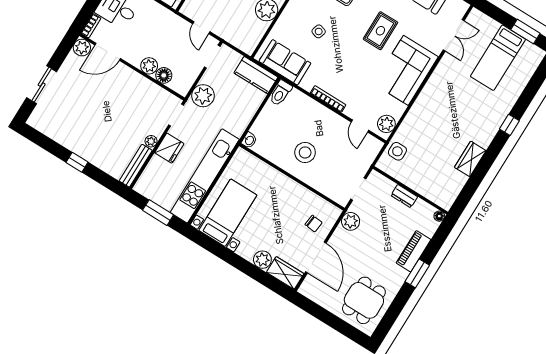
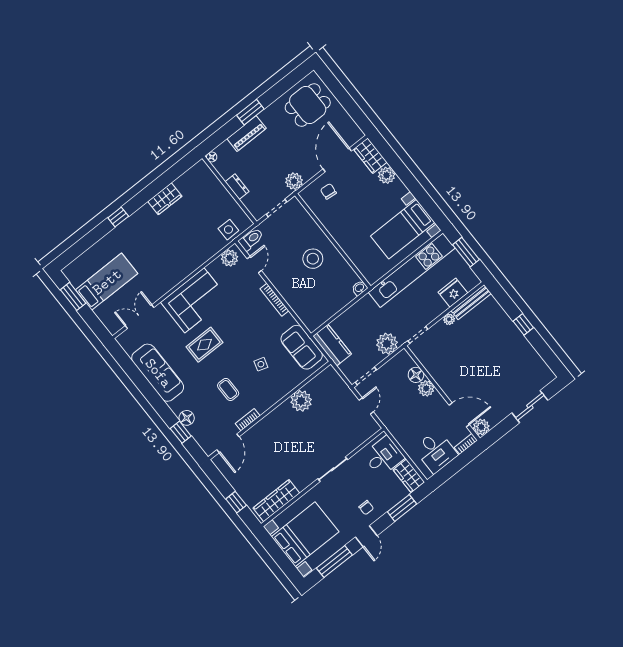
toilet: (281, 93) -> (251, 239), moved
fridge: (169, 148) -> (453, 293), moved

